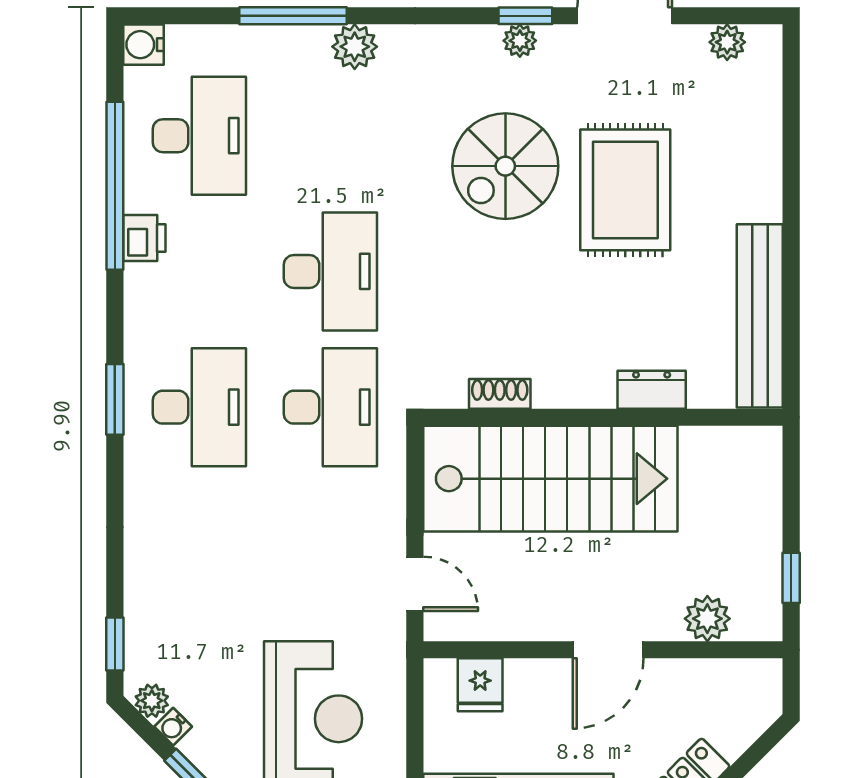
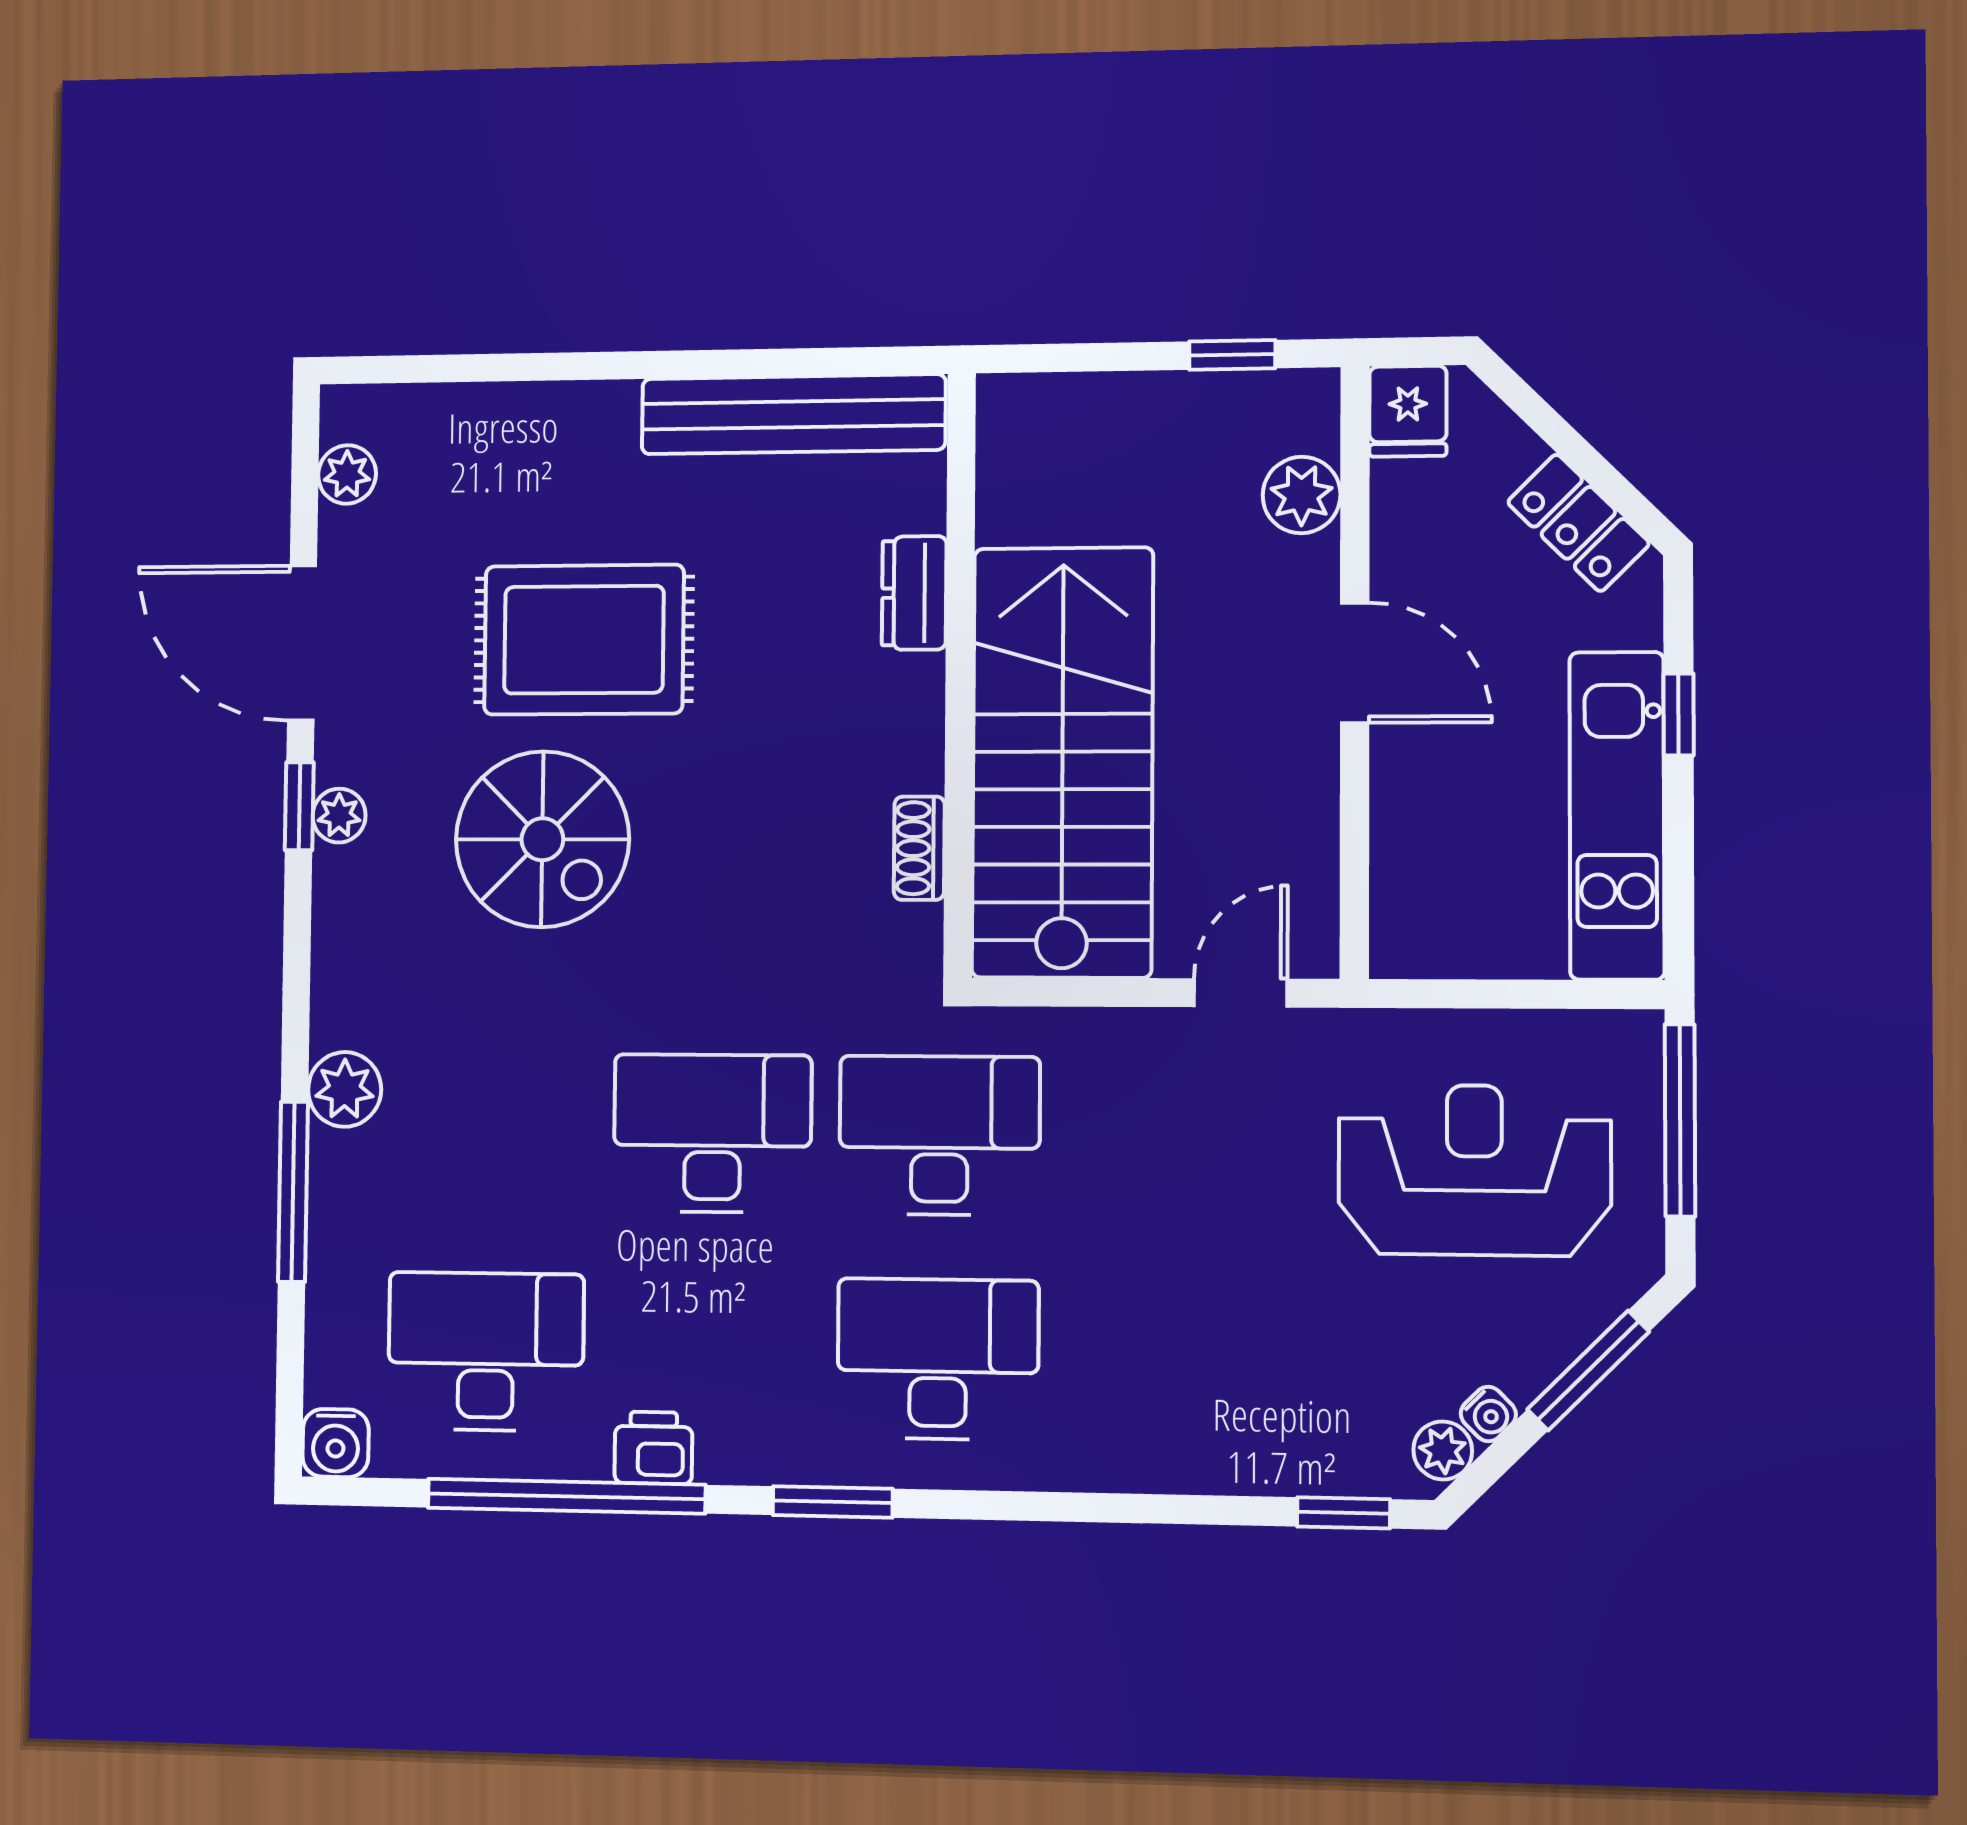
window: (115, 399) -> (833, 1502), moved
fridge: (480, 685) -> (1408, 411), moved, turned 90

